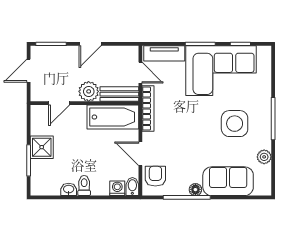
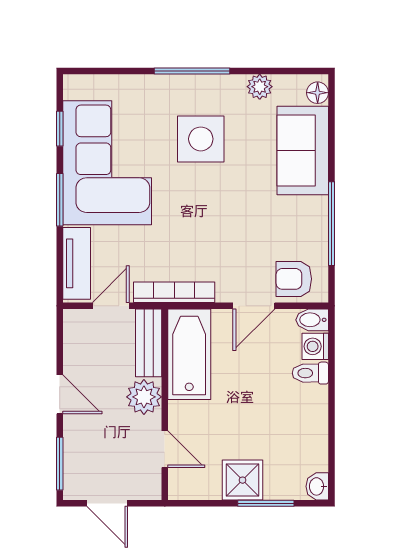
toilet: (84, 186) -> (310, 373), moved
washbasin: (69, 189) -> (317, 486), moved
floor lamp: (195, 190) -> (318, 93), moved

